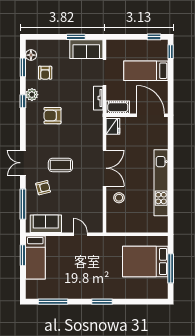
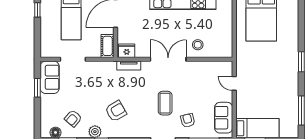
armchair: (45, 73) -> (73, 118), turned 131
tv unit: (98, 98) -> (129, 65), moved
armchair: (52, 116) -> (116, 111), turned -120
door: (80, 234) -> (234, 83), hinge flipped

